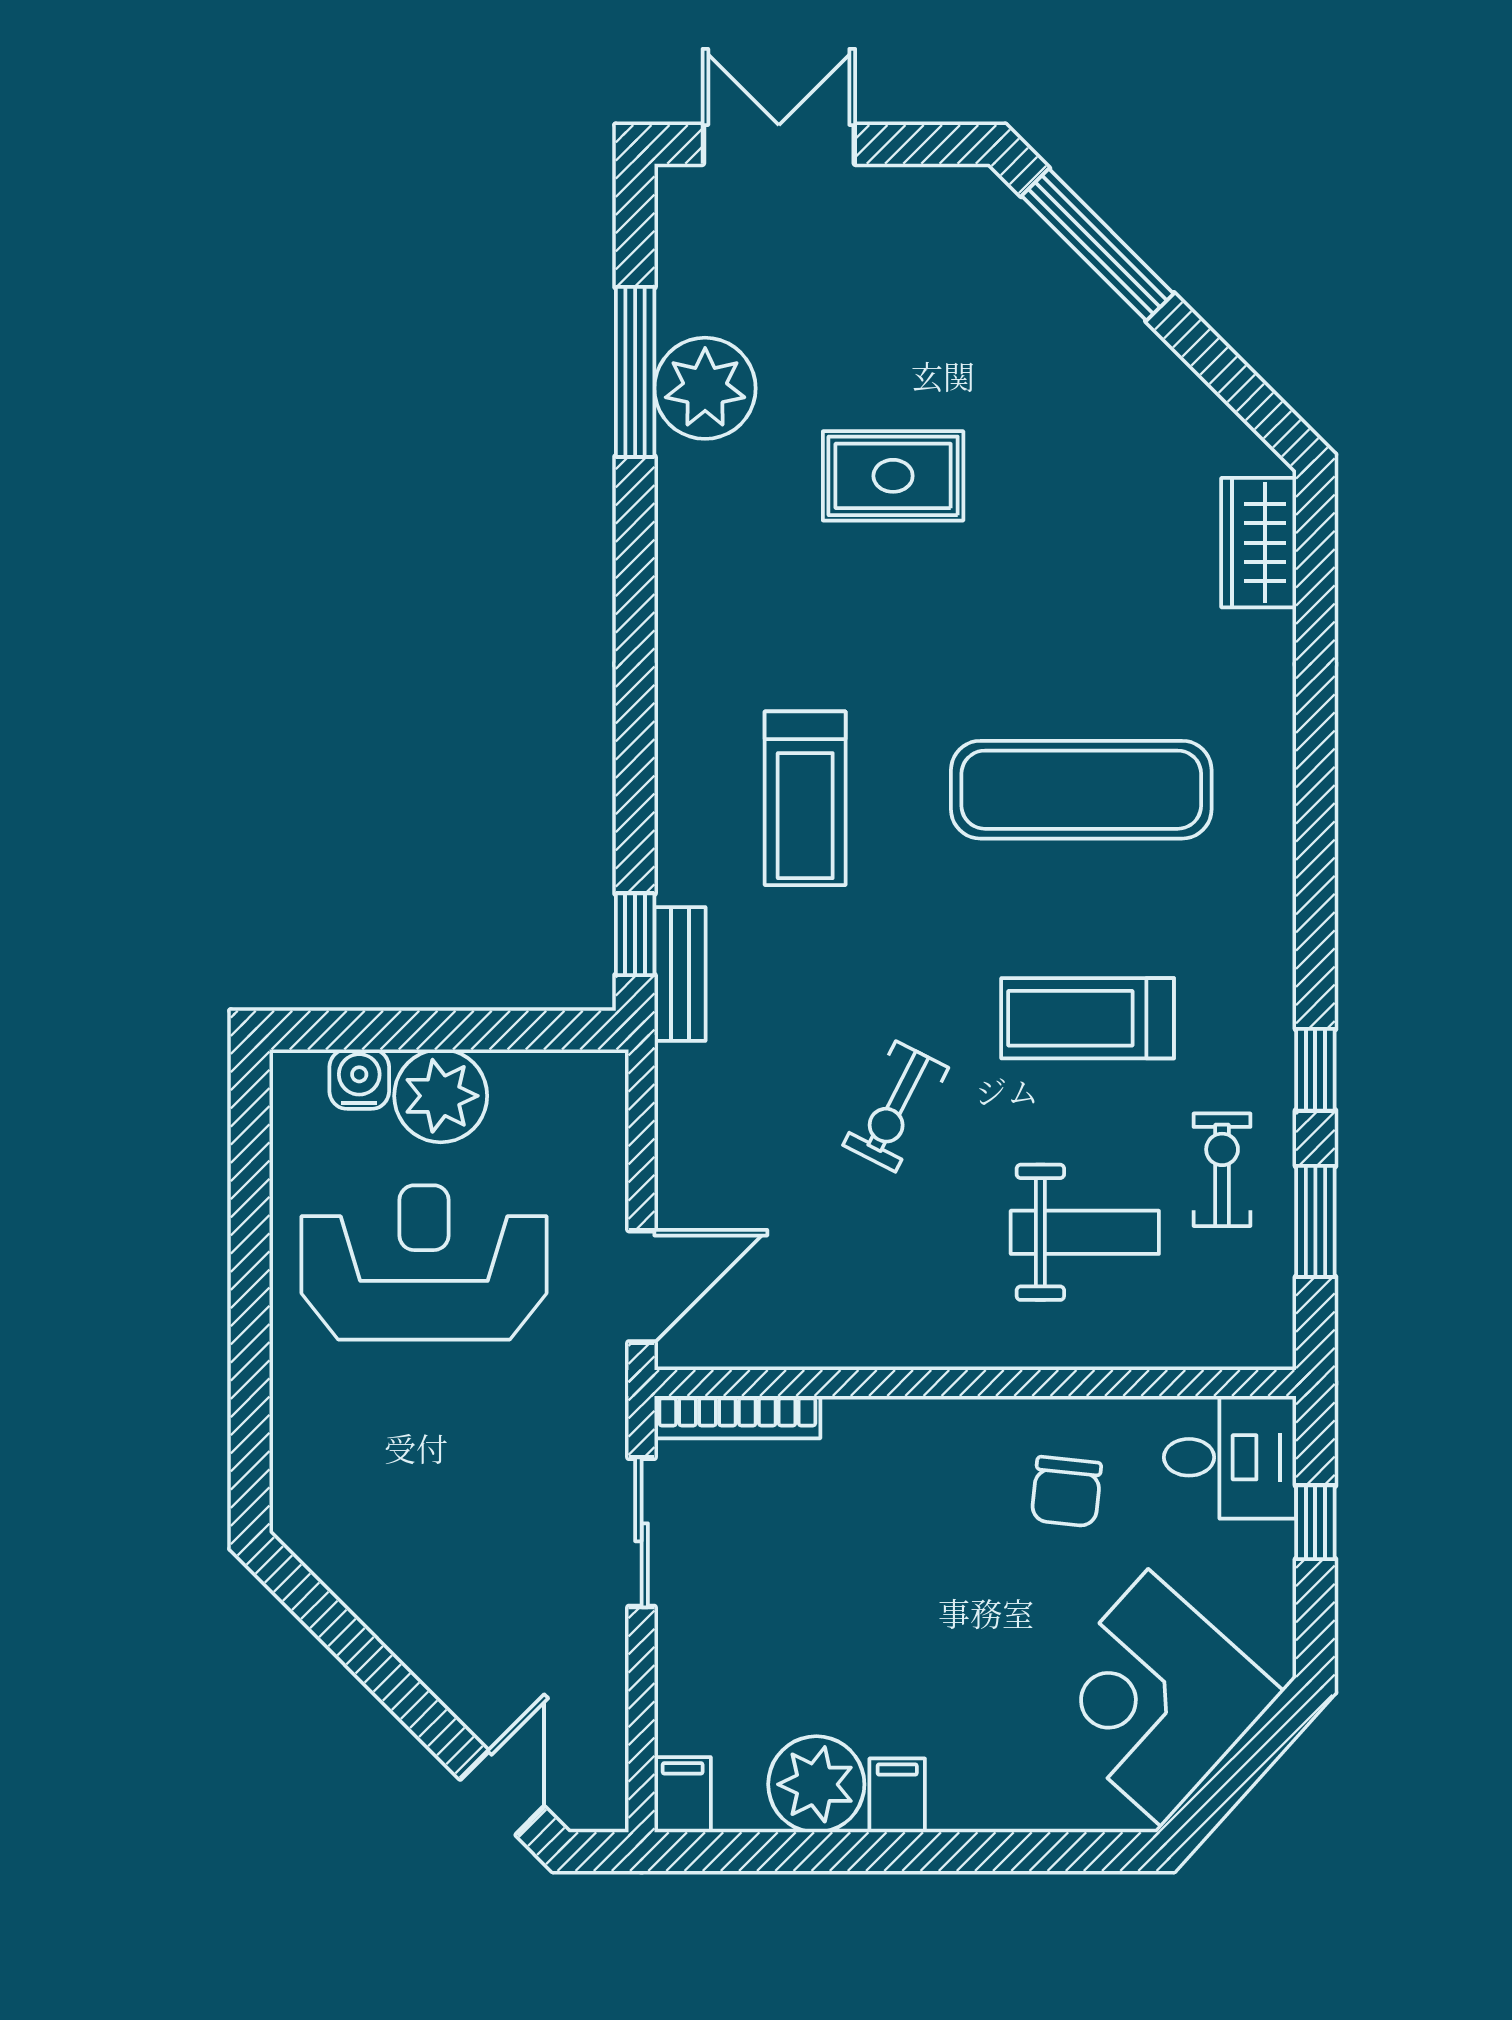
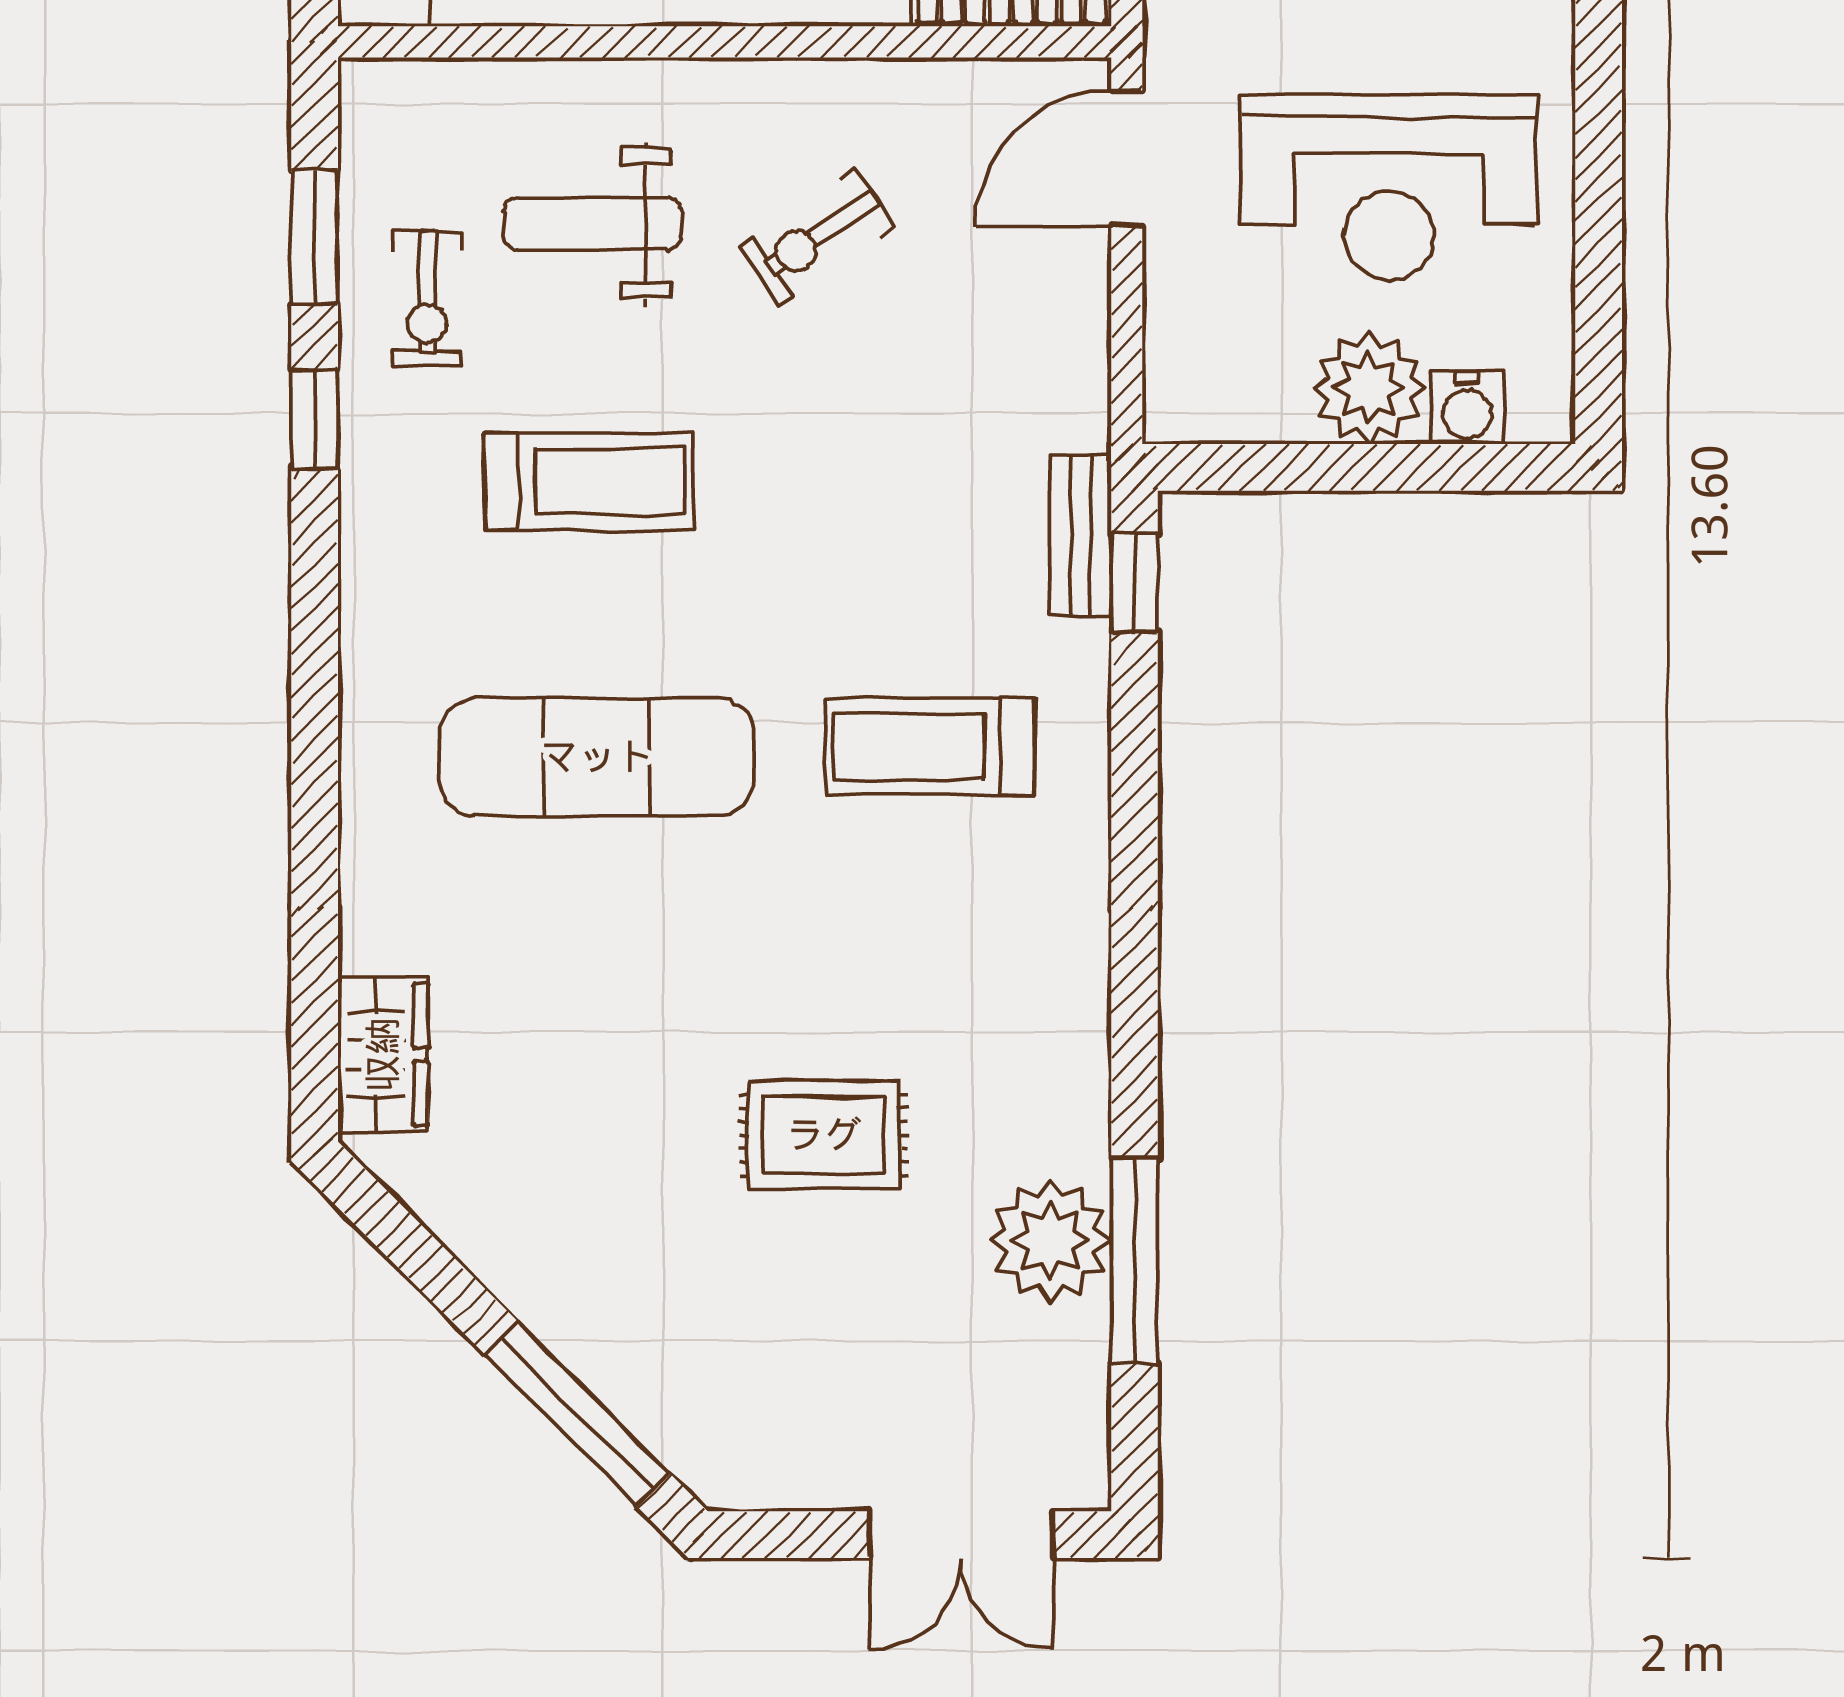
treadmill: (805, 798) -> (930, 747), turned -90
exercise bike: (896, 1106) -> (817, 237), moved, turned -151

